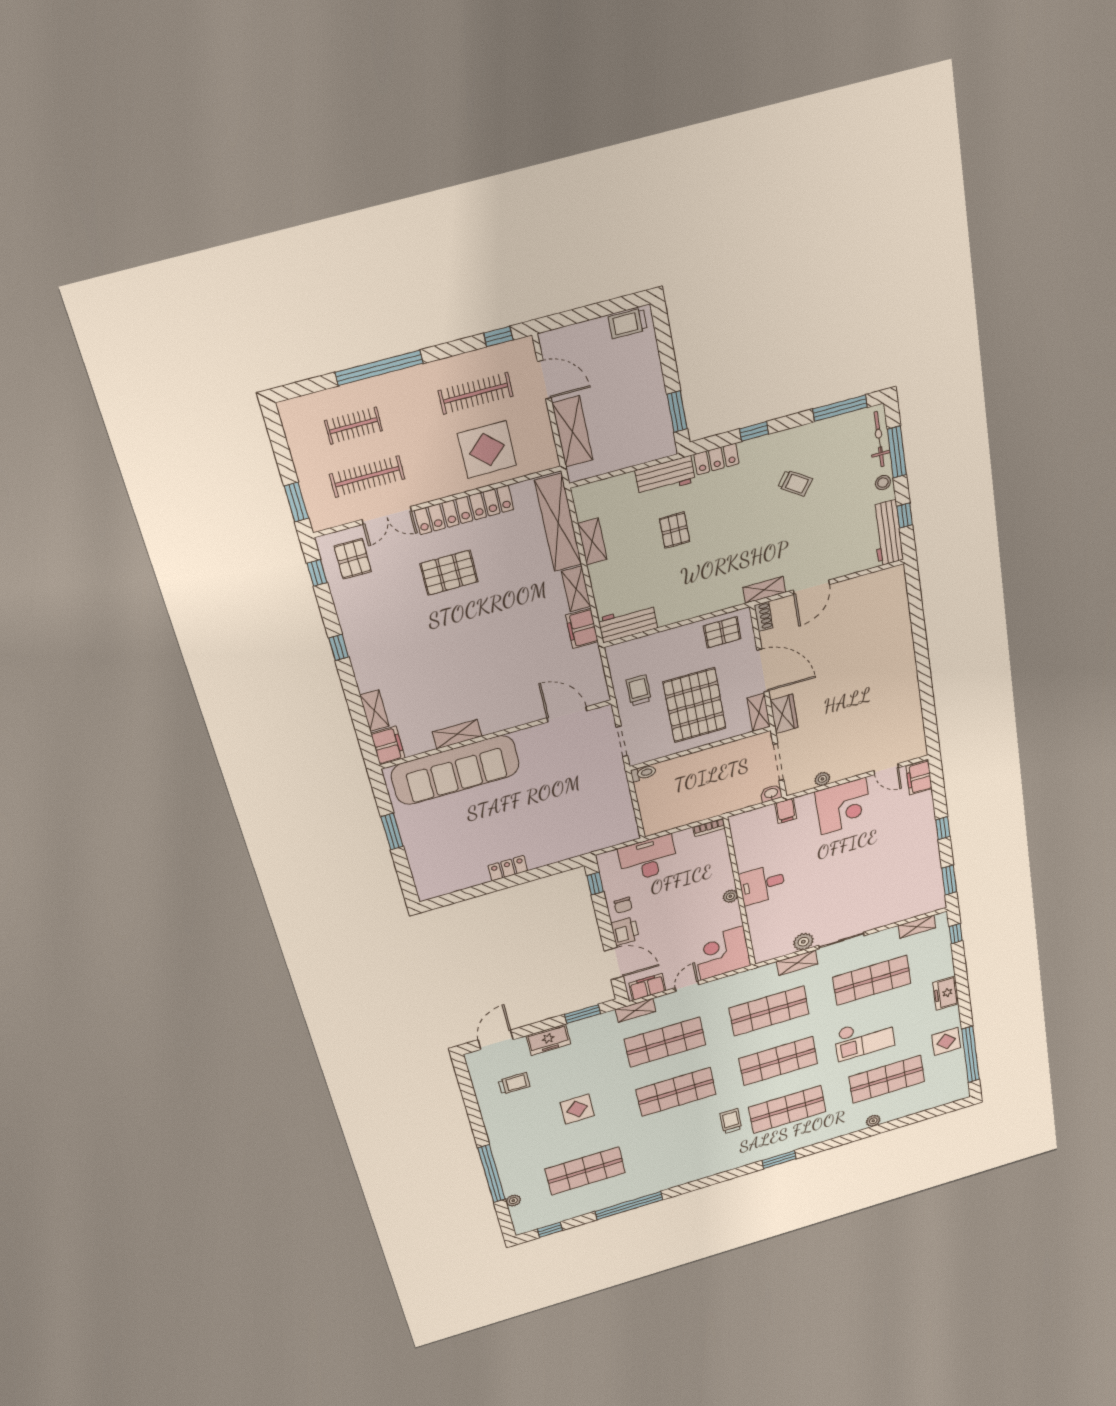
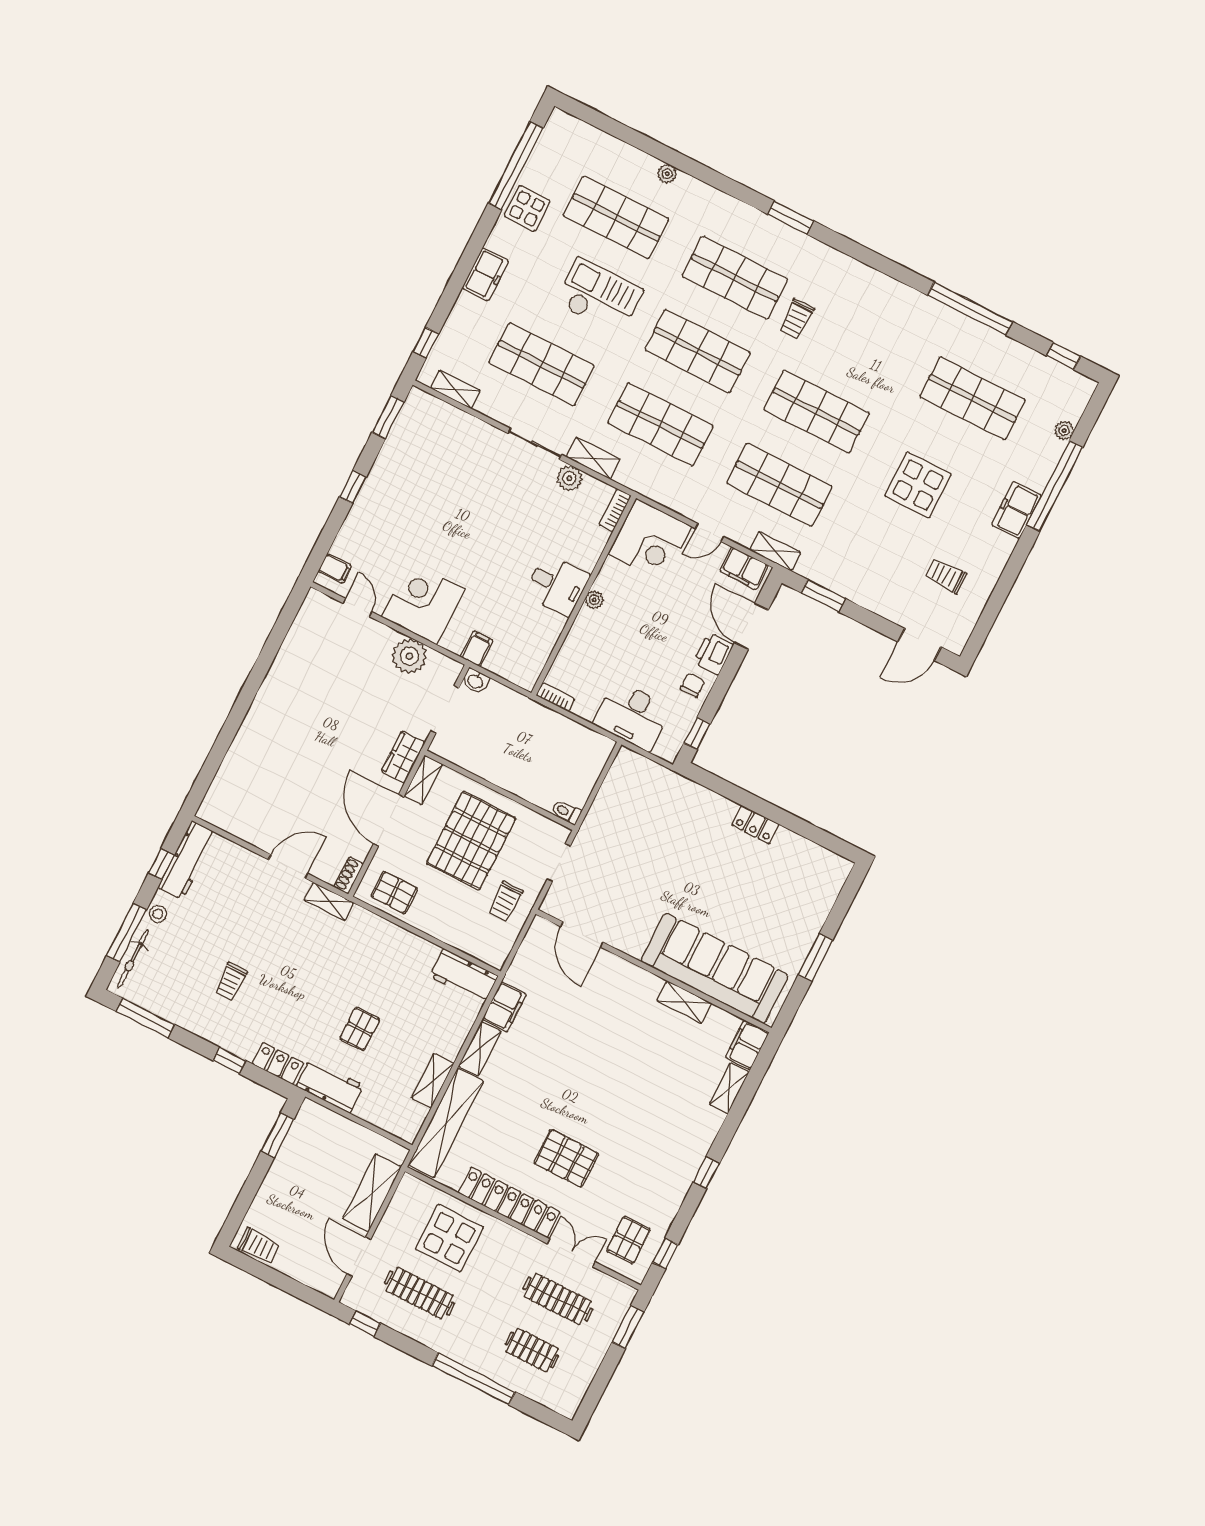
trolley: (795, 483) -> (231, 982), turned -125
filing cabinet: (919, 777) -> (335, 569), width x0.50
plant: (822, 779) -> (409, 656), width x1.87, depth x1.87
bookcase: (759, 950) -> (615, 510), added
freezer: (548, 1040) -> (1016, 510), moved, turned -90
display table: (577, 1109) -> (918, 485), width x1.36, depth x1.36

